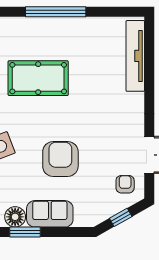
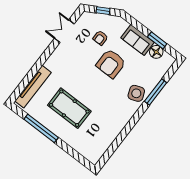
window: (56, 12) -> (41, 128), moved
pool table: (38, 78) -> (69, 108), moved
armchair: (125, 184) -> (100, 38), moved

